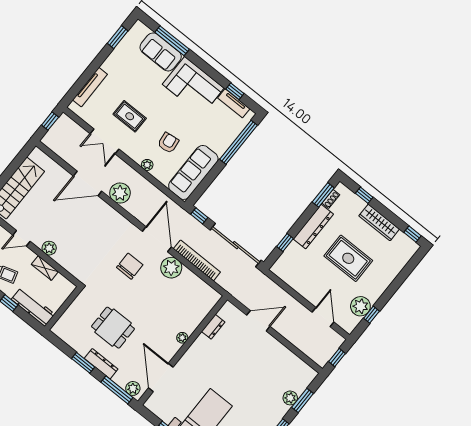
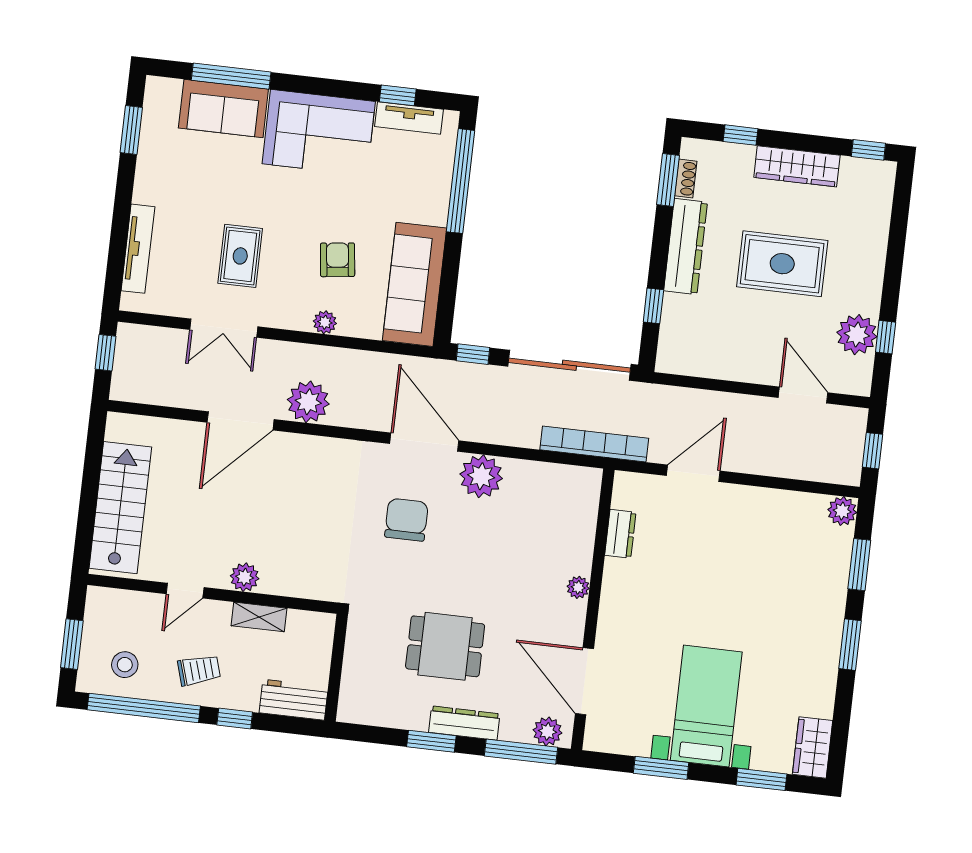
rug: (130, 116) -> (240, 256), turned 90
bookcase: (197, 260) -> (594, 444), moved
workbench: (33, 307) -> (294, 700), width x0.73
plant: (290, 398) -> (842, 511), moved

